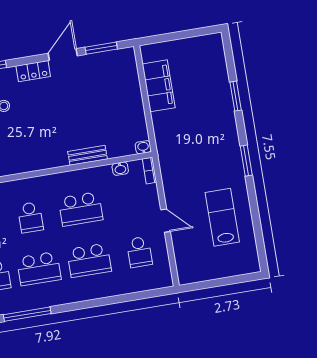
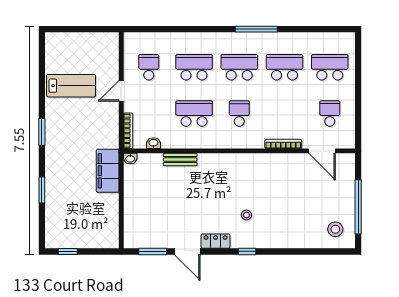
window: (195, 33) -> (68, 251), added
door: (63, 55) -> (187, 251), hinge flipped
filing cabinet: (159, 86) -> (108, 171), moved
bookcase: (149, 171) -> (128, 131), width x1.56
lab bench: (222, 217) -> (71, 86), turned -90
door: (166, 221) -> (121, 91), hinge flipped

